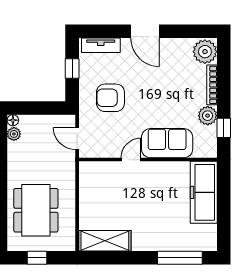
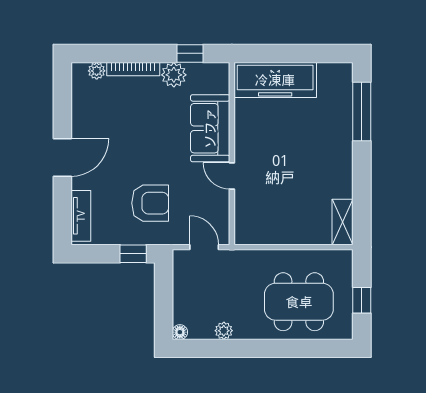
plant: (205, 52) -> (97, 71), width x0.53, depth x0.53
window: (72, 69) -> (133, 254), moved
armchair: (110, 98) -> (150, 203), turned -90
plant: (14, 134) -> (224, 331), moved
door: (77, 139) -> (204, 247), swing flipped
shelving: (105, 241) -> (343, 222), width x0.67, depth x0.75

